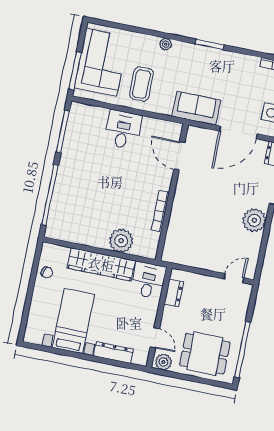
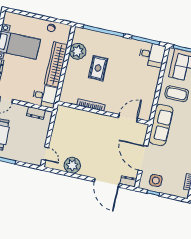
sofa: (196, 108) -> (161, 125), width x1.36
desk: (123, 130) -> (152, 55), moved
rug: (105, 202) -> (98, 68), added
plant: (254, 220) -> (72, 165), moved
plant: (121, 241) -> (78, 51), moved

